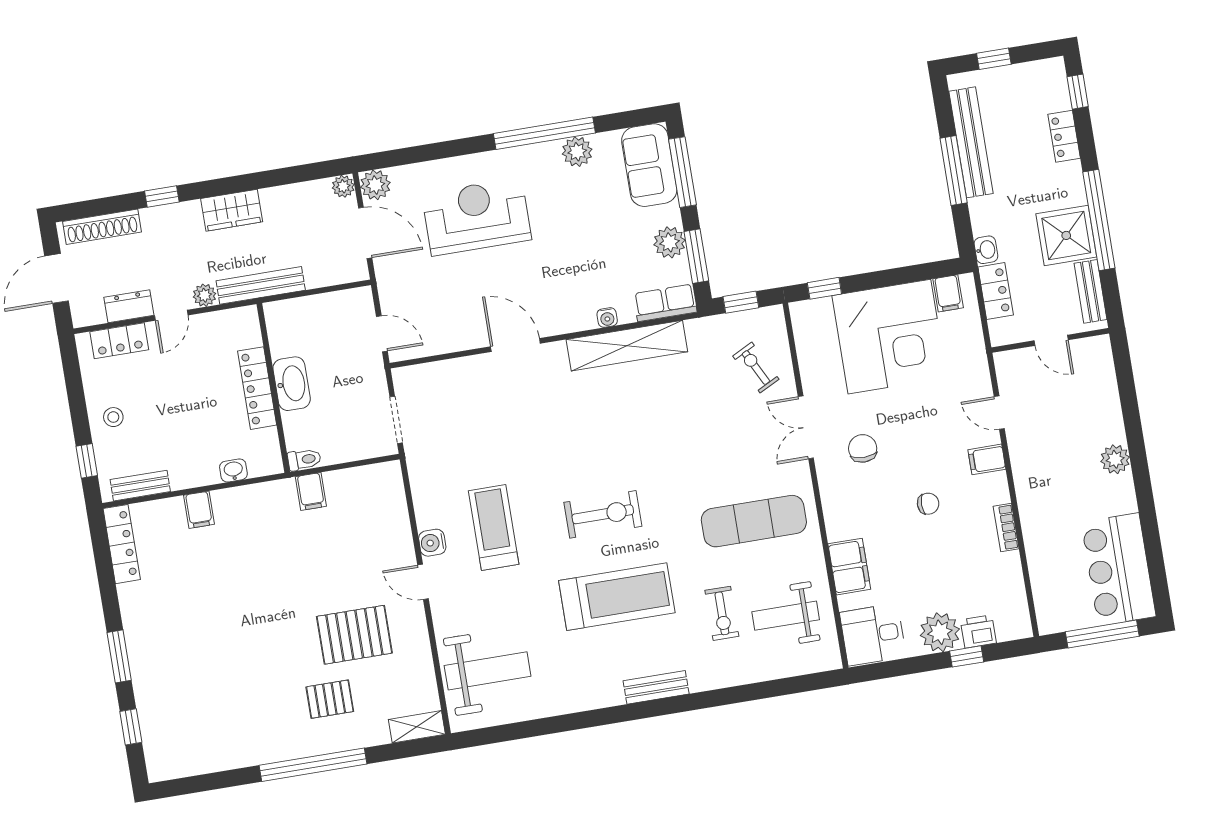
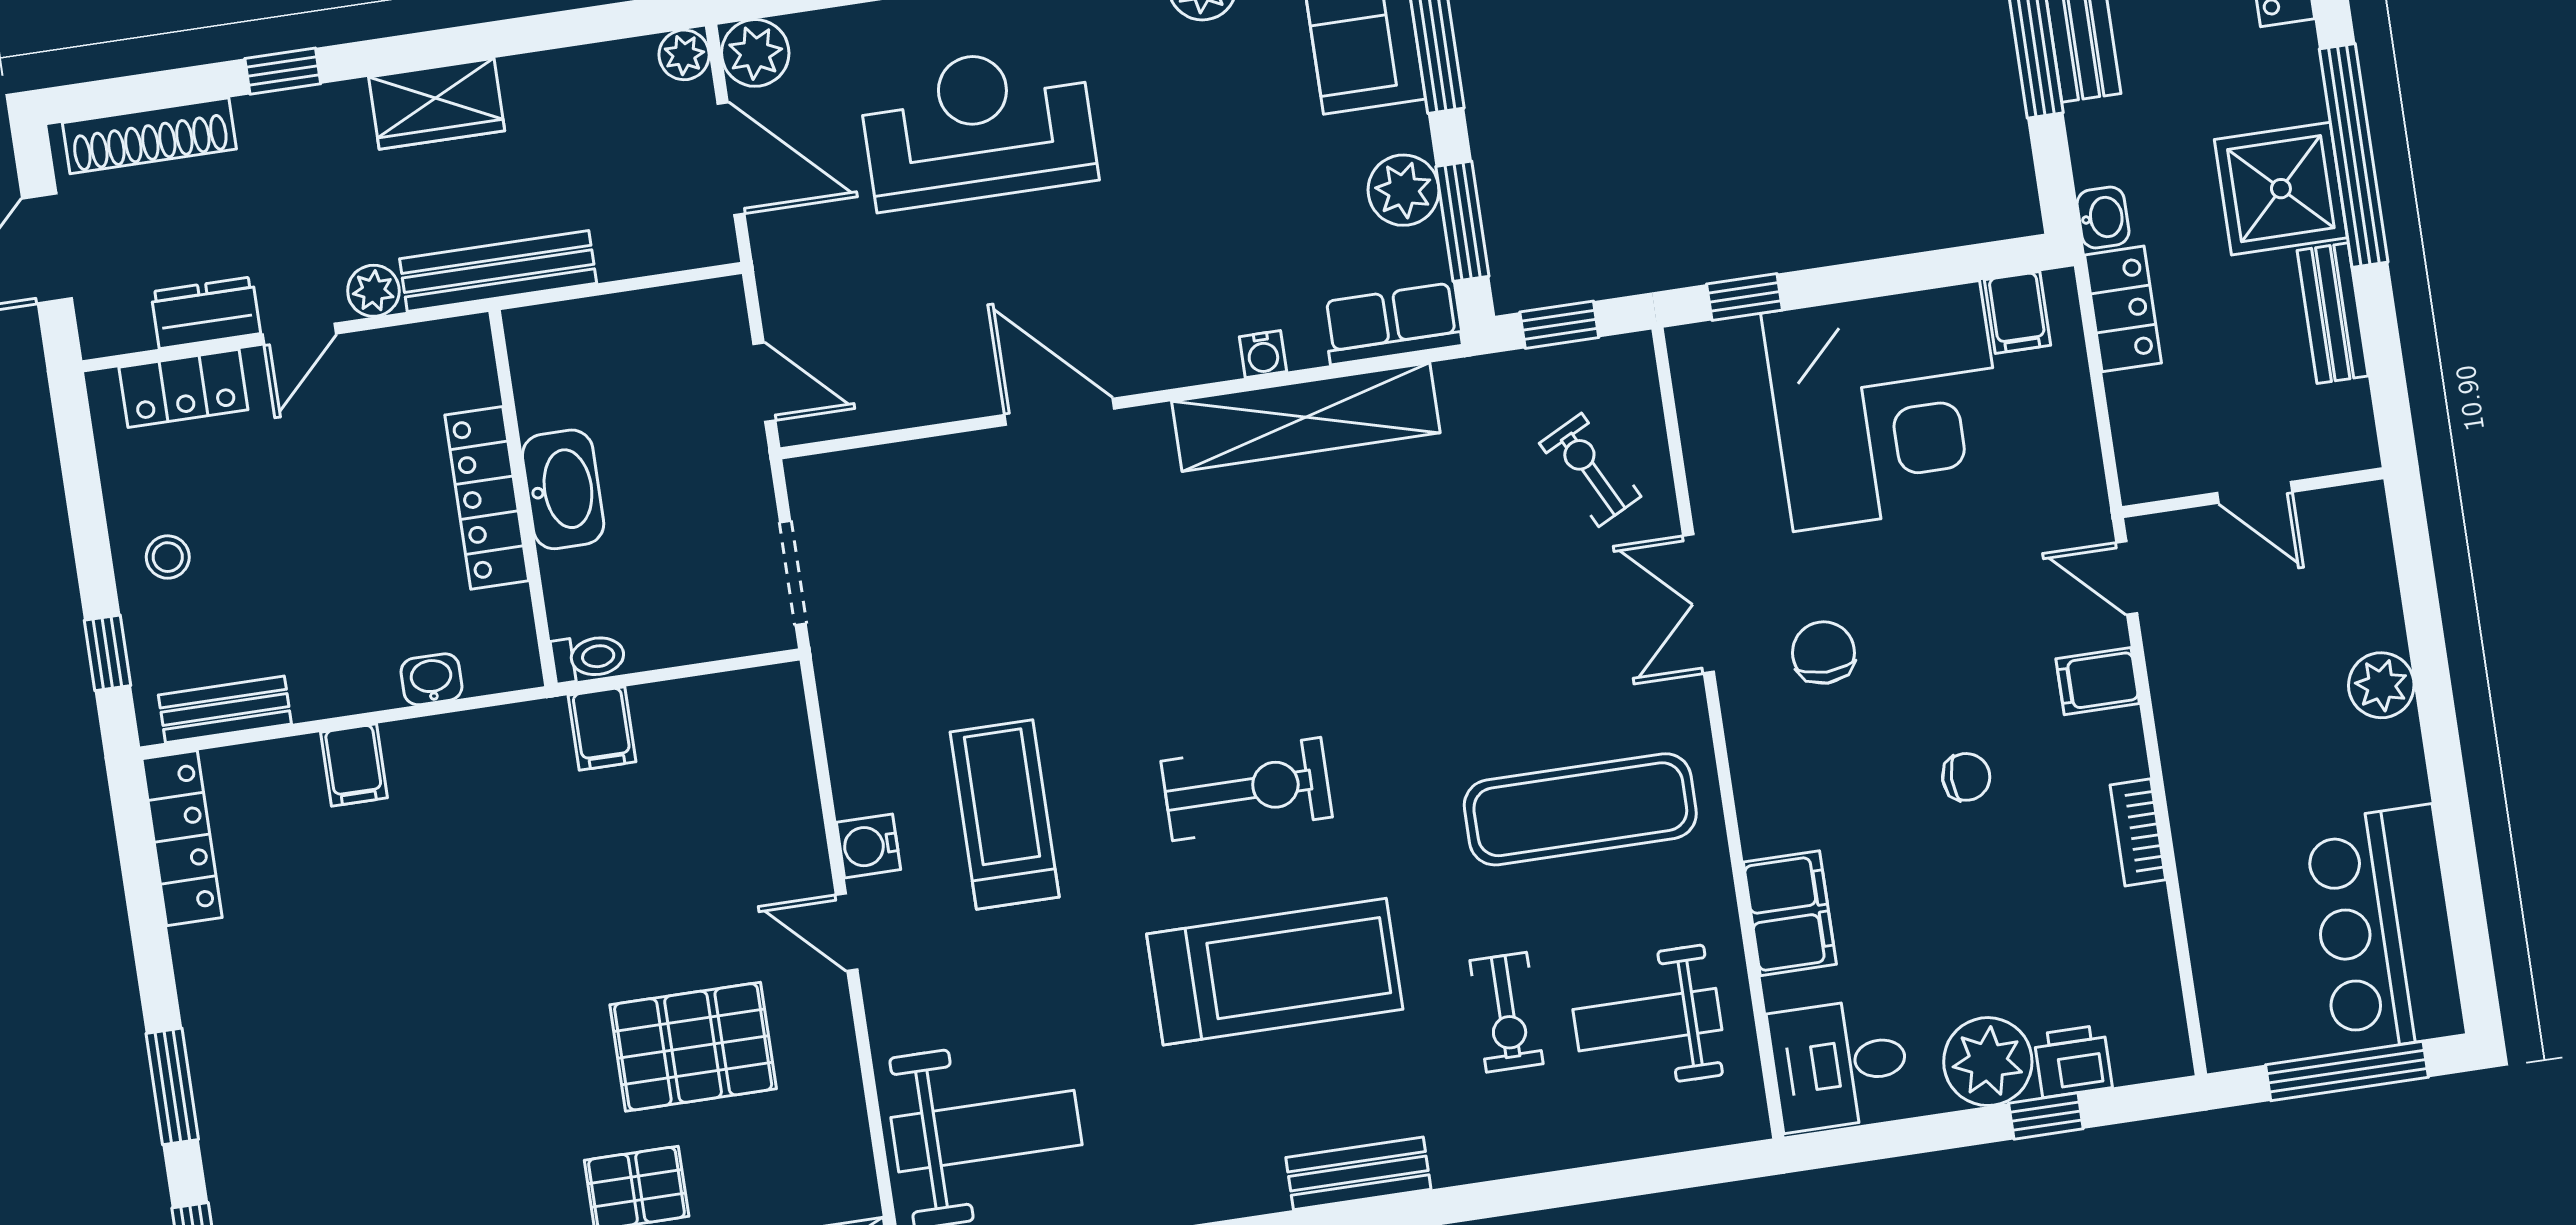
wall: (1050, 340) -> (2253, 493), moved
door: (1051, 340) -> (2255, 492), moved

